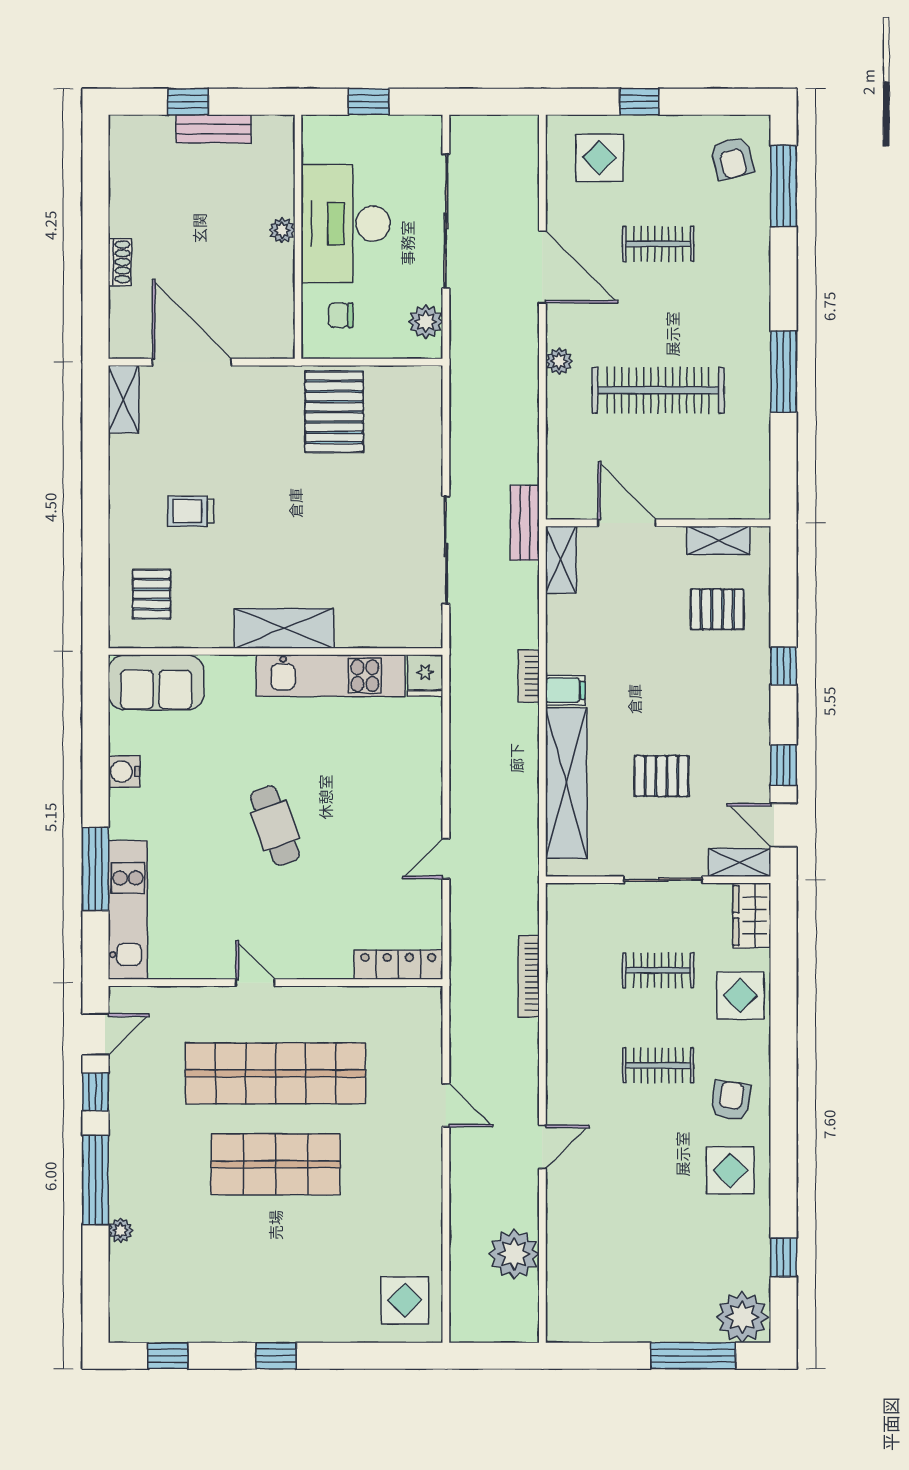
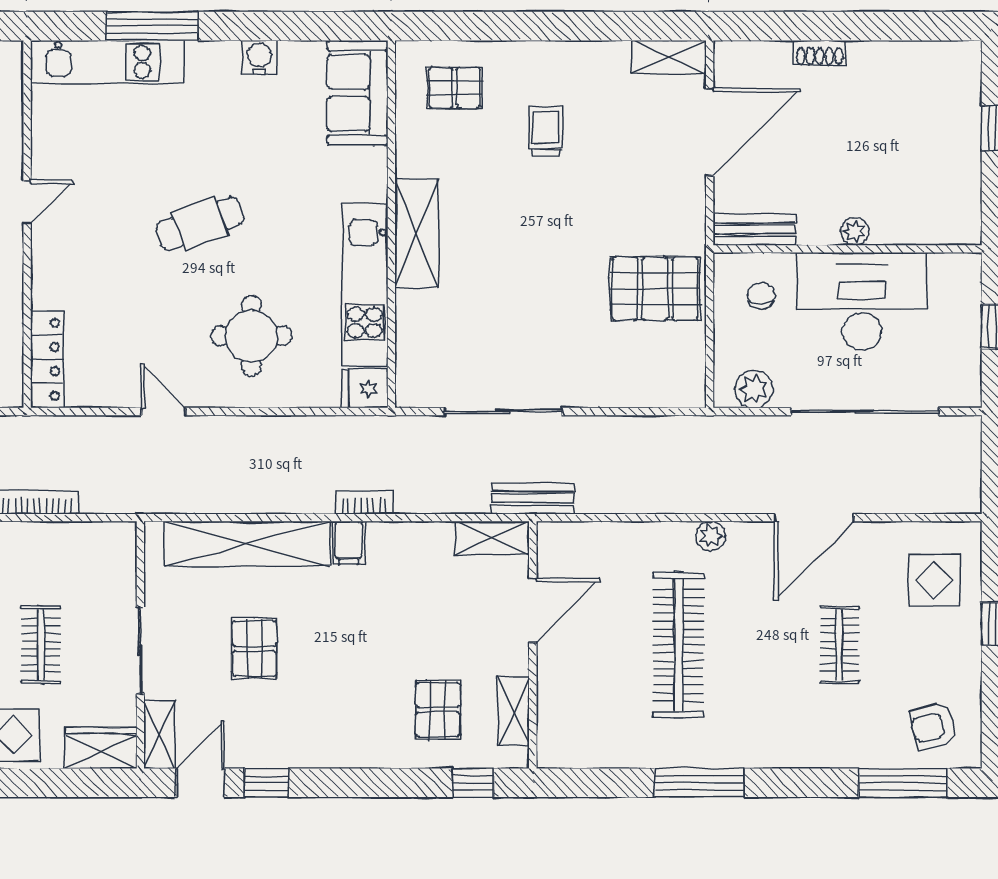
bench: (214, 129) -> (754, 230), moved, turned 90
window: (784, 666) -> (473, 783), moved
round table: (377, 779) -> (251, 336), added

